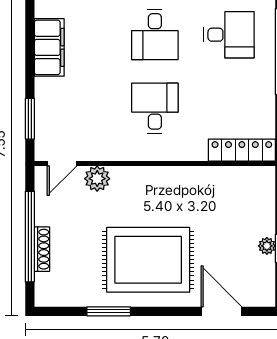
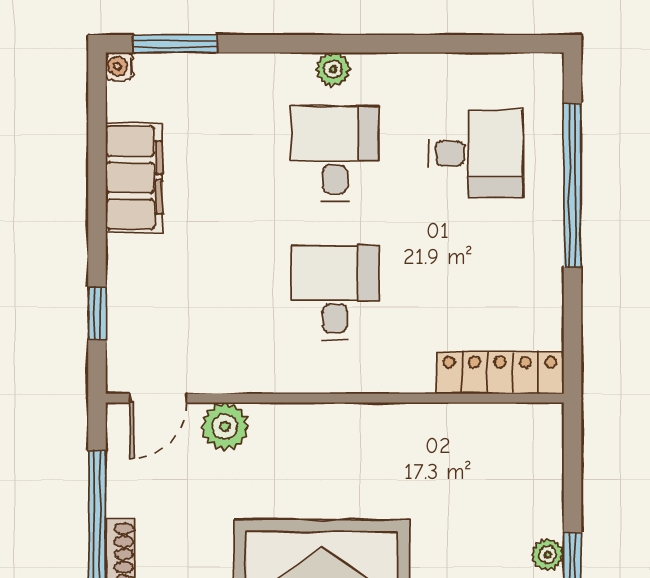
desk: (155, 35) -> (335, 153), turned 180
window: (30, 119) -> (97, 313), width x0.67

